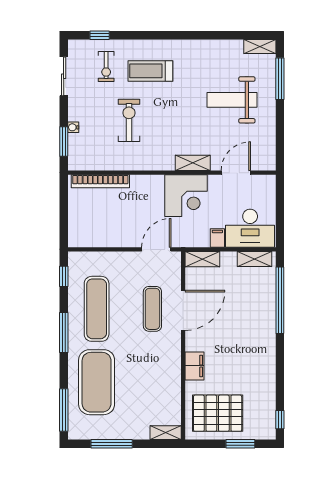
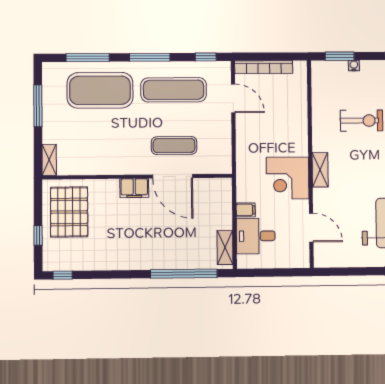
shelving: (193, 163) -> (320, 170), moved
bookcase: (100, 181) -> (264, 67), moved, turned -90
desk: (250, 228) -> (256, 236), width x0.73
door: (156, 249) -> (233, 98), moved
shelving: (202, 259) -> (224, 195), removed
filing cabinet: (195, 366) -> (134, 188), moved
window: (64, 410) -> (88, 58), moved
window: (240, 444) -> (38, 235), width x0.67

